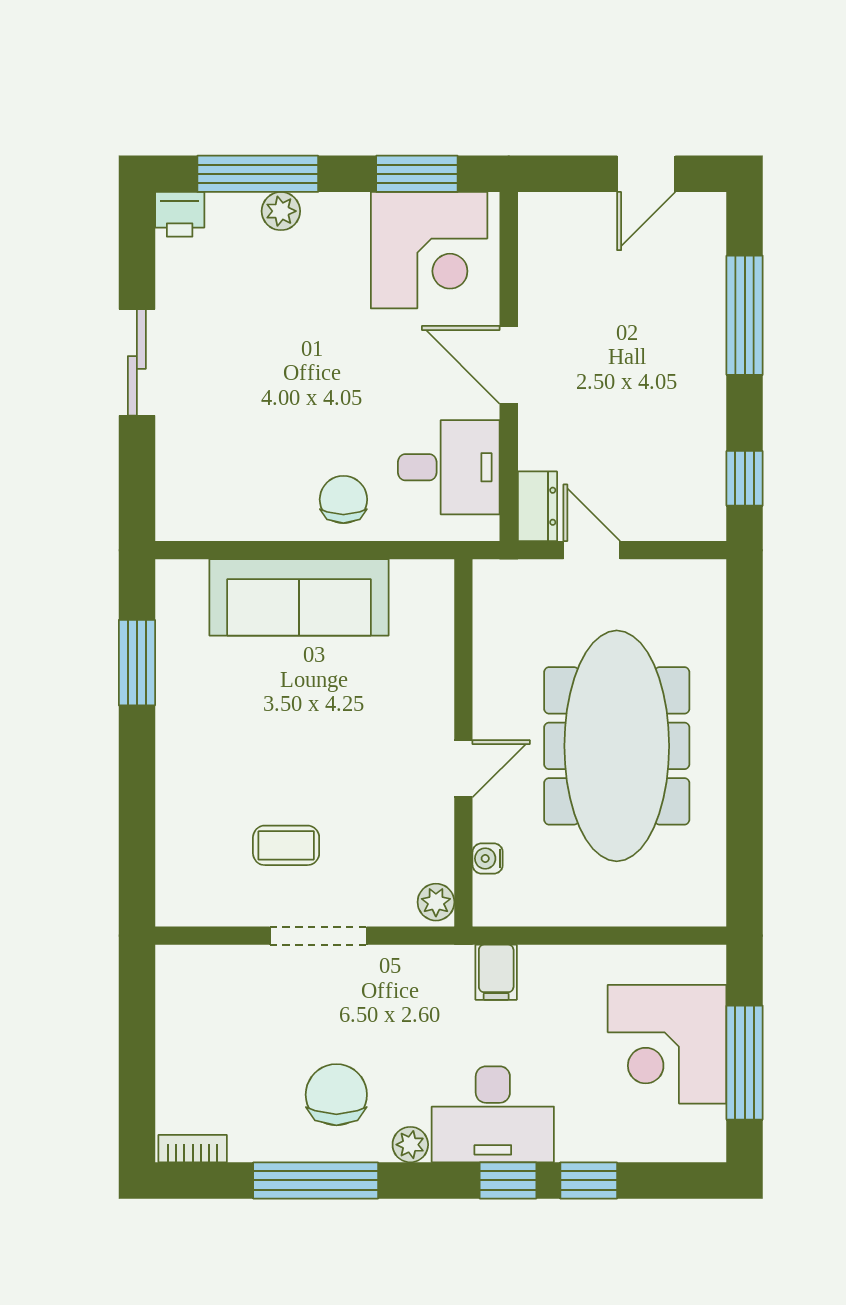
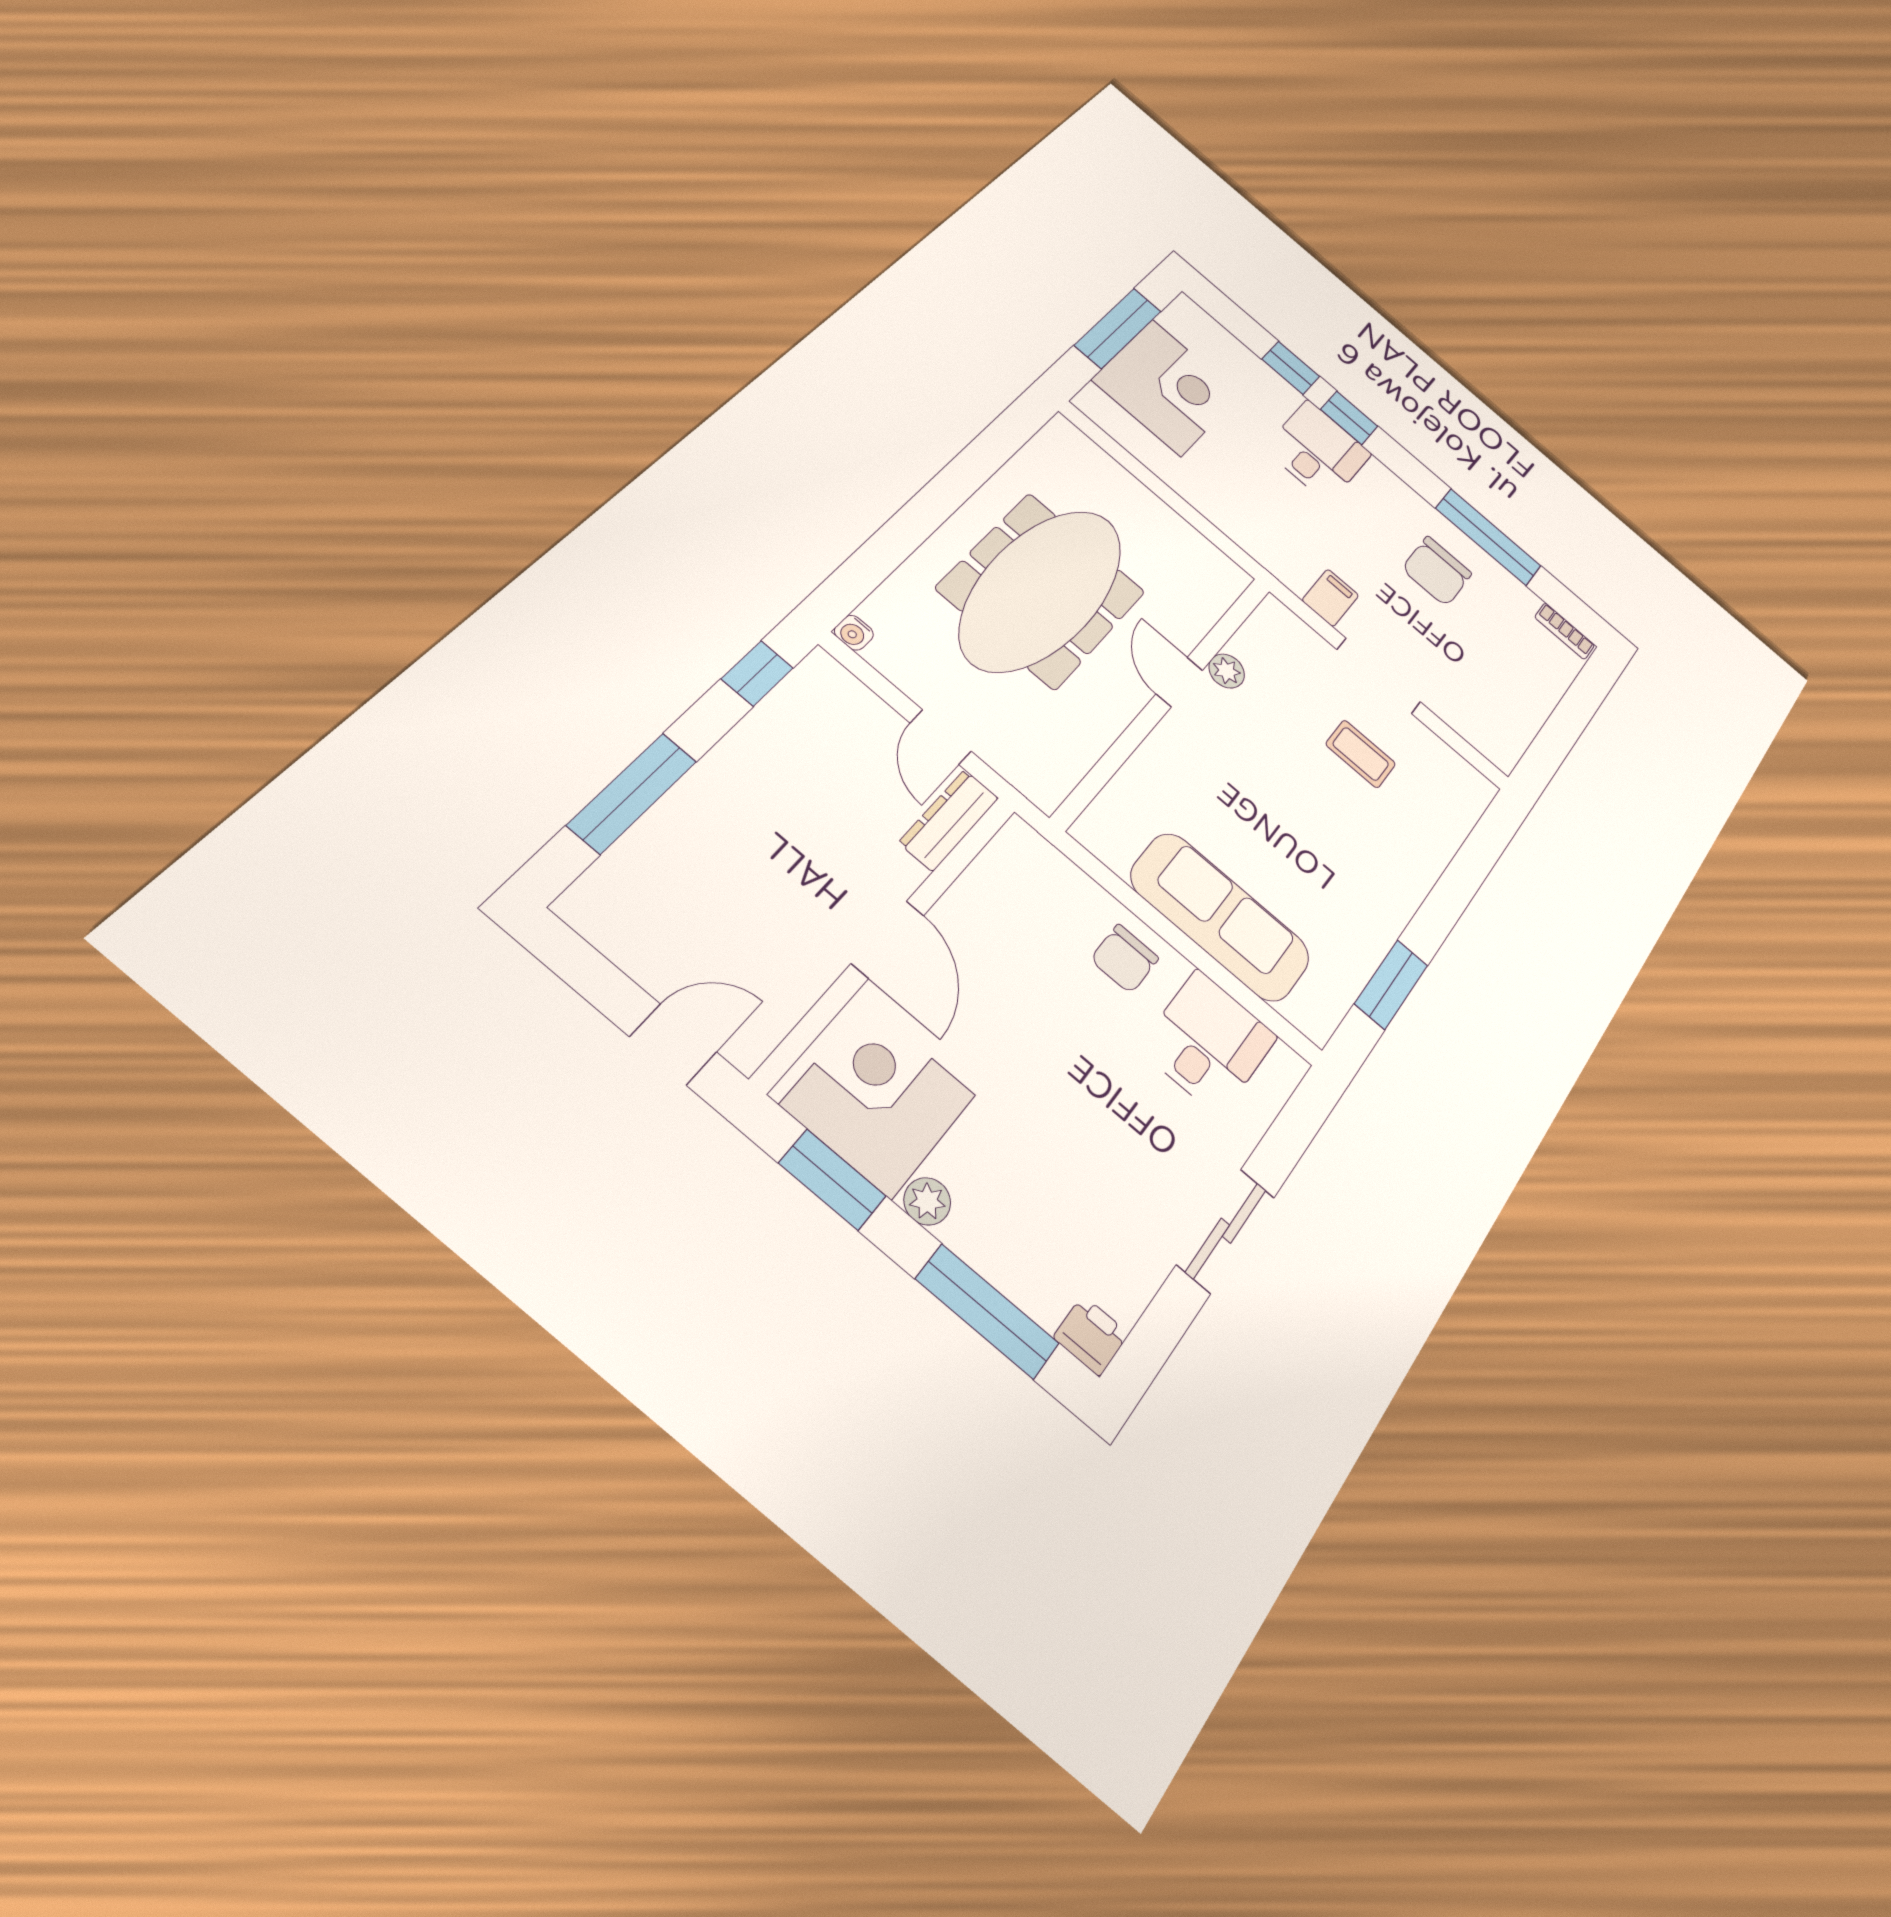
door: (646, 174) -> (673, 1044), moved
plant: (281, 211) -> (927, 1201), moved
desk: (449, 467) -> (1208, 1042), moved, turned 90
dresser: (537, 506) -> (949, 820), width x1.44
door: (463, 769) -> (1179, 682), hinge flipped
water cooler: (488, 858) -> (854, 633), moved, turned 90
plant: (436, 902) -> (1227, 671), moved
filing cabinet: (496, 972) -> (1330, 598), moved
desk: (493, 1114) -> (1318, 451), width x0.73
plant: (410, 1145) -> (1404, 497), removed

